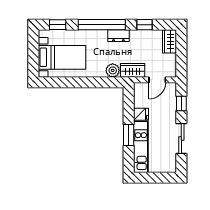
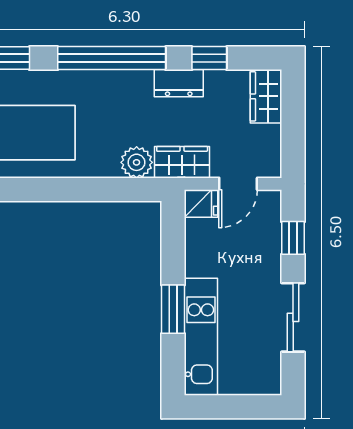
dresser: (118, 36) -> (179, 83), moved
fridge: (141, 114) -> (201, 203), moved

